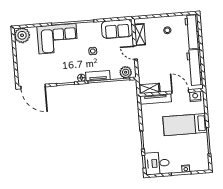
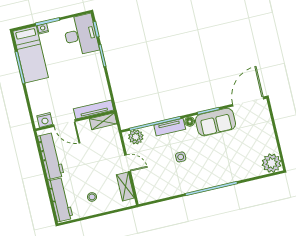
sofa: (117, 29) -> (215, 122), moved, turned 180
corner sofa: (57, 39) -> (227, 166), removed
door: (33, 86) -> (248, 102), hinge flipped
bed: (185, 125) -> (31, 54), moved, turned 90
desk: (157, 163) -> (81, 35), width x1.37

